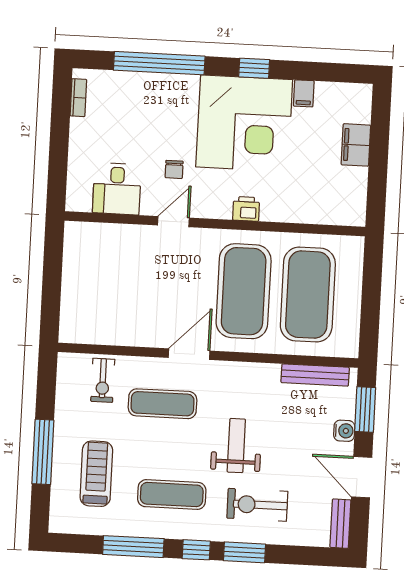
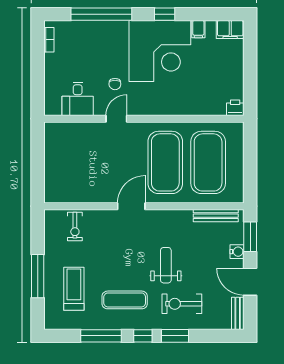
filing cabinet: (356, 145) -> (230, 29), moved, turned -90
printer: (246, 209) -> (235, 108), moved
exercise mat: (163, 404) -> (115, 240), removed

